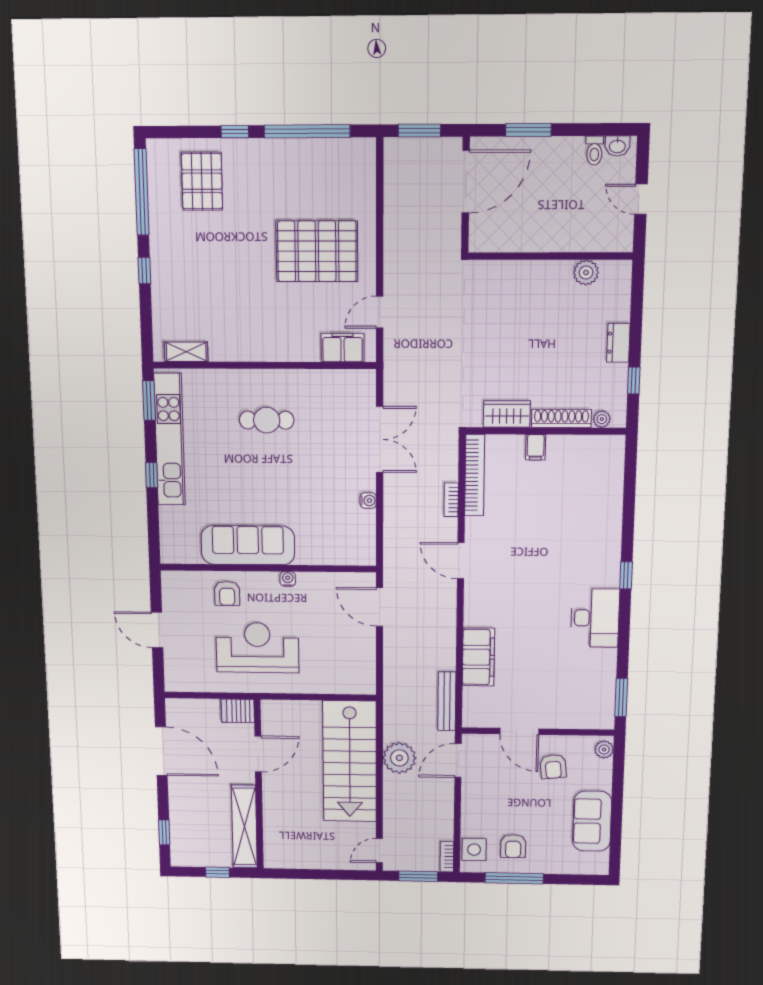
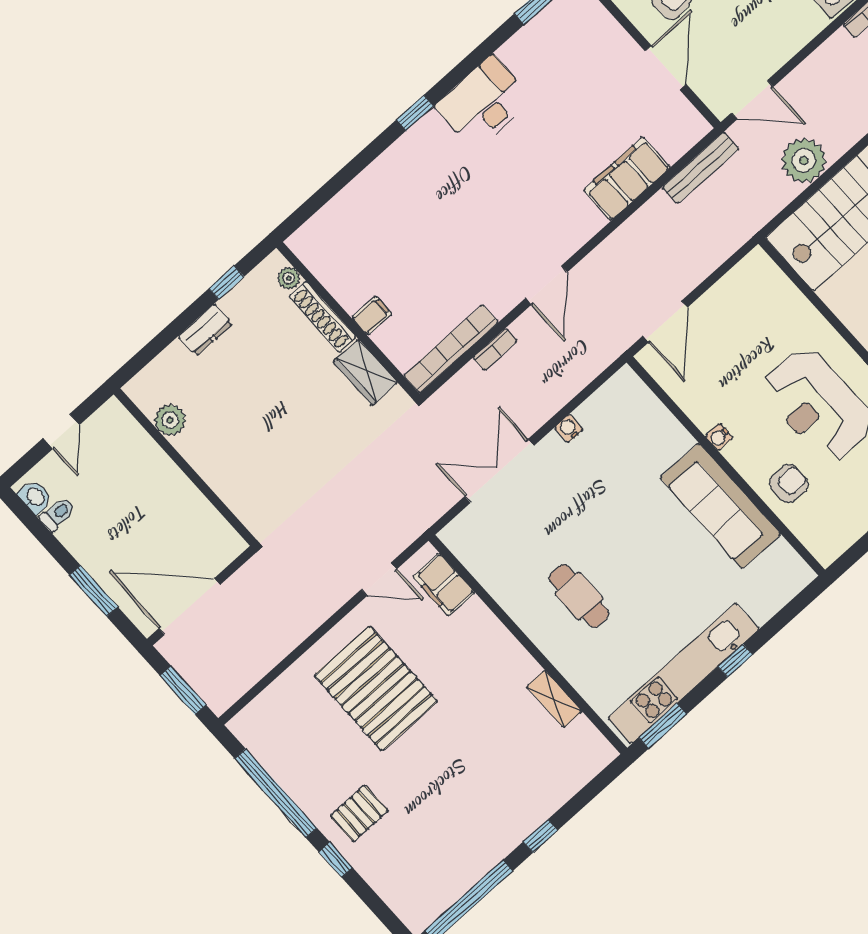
pallet: (202, 181) -> (359, 813), moved, width x0.67, depth x0.71
shelving: (186, 352) -> (554, 699), moved

